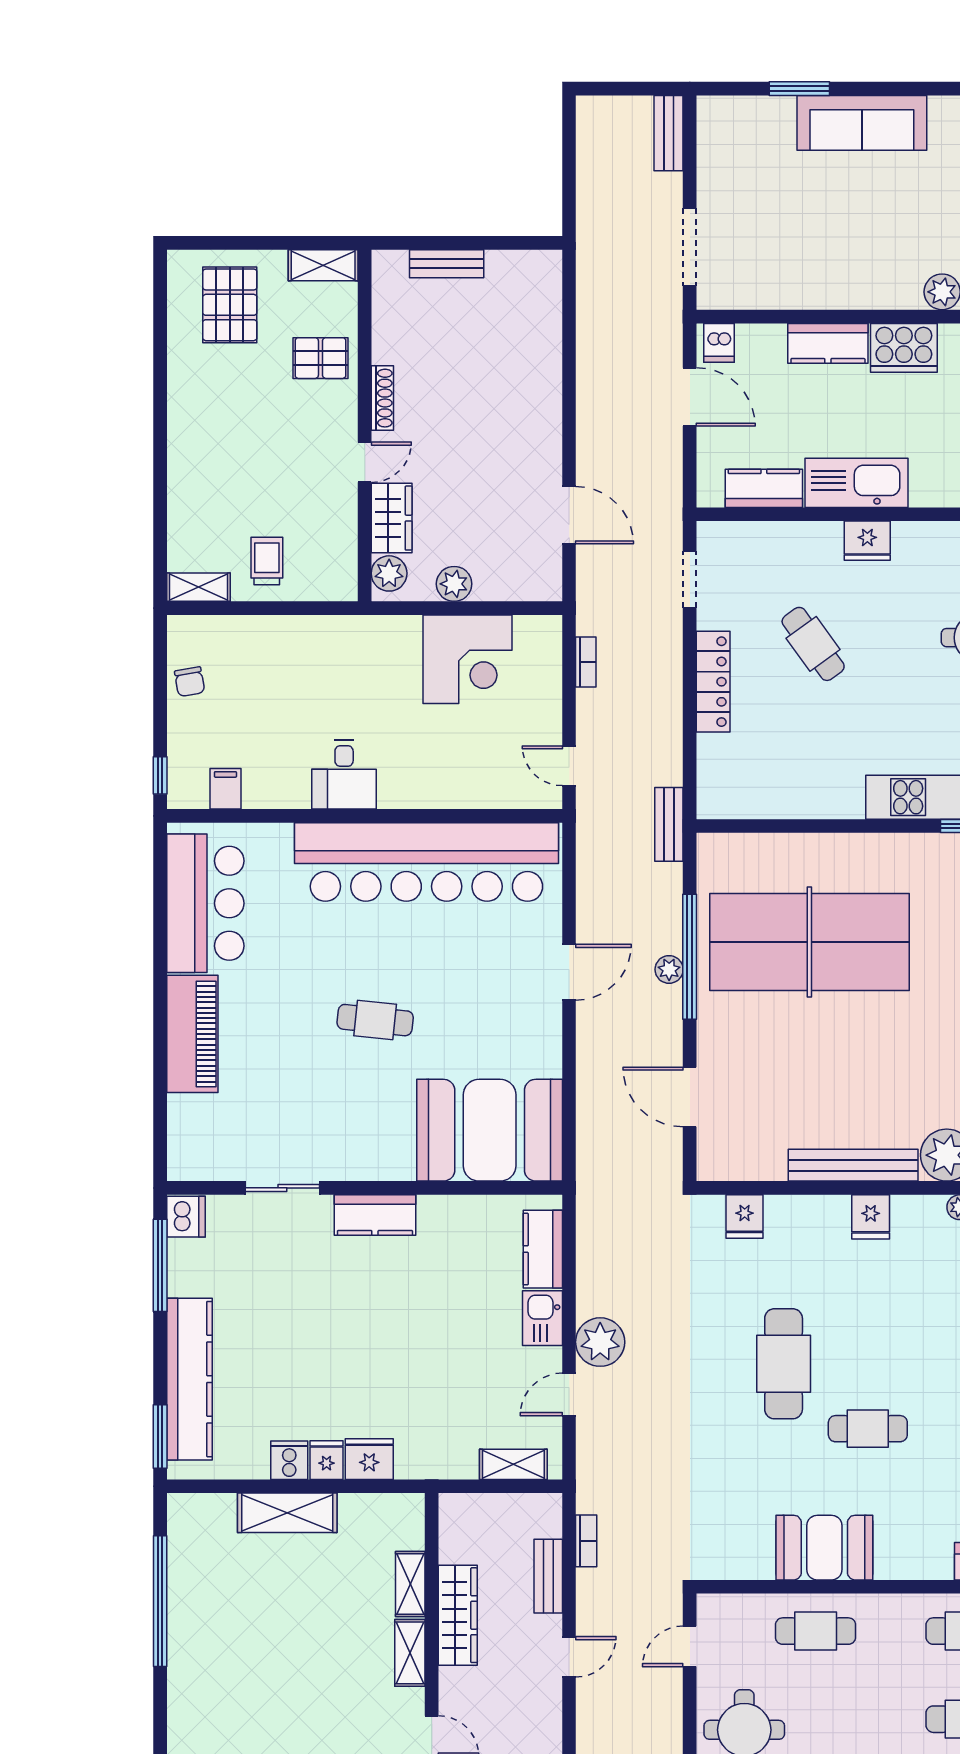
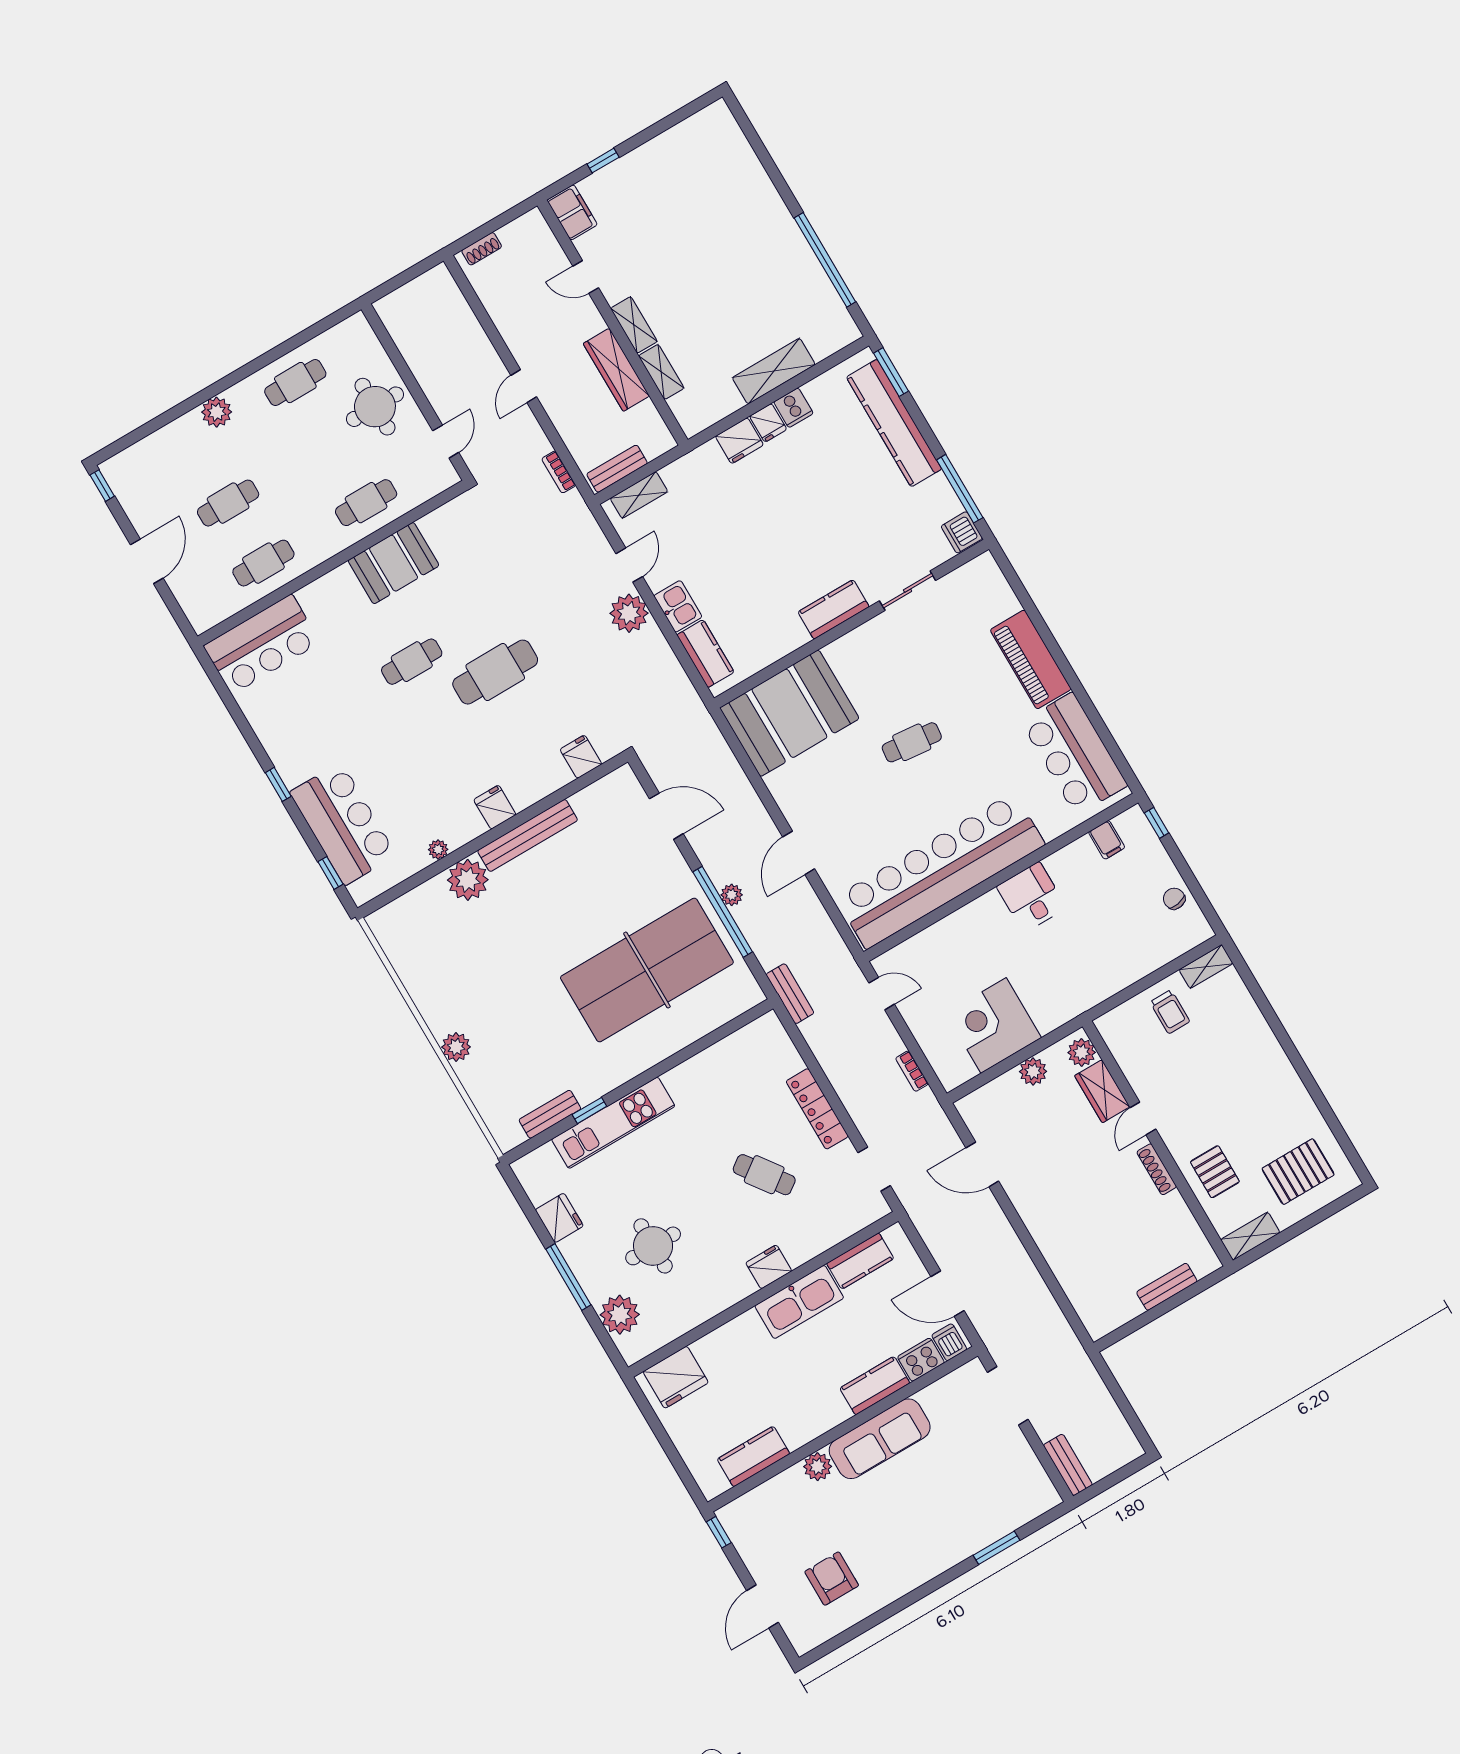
sofa: (862, 123) -> (880, 1439), moved, turned 180
pallet: (230, 305) -> (1298, 1172), turned 90
cooker: (904, 348) -> (921, 1360), moved, width x0.73, depth x0.76
pallet: (320, 358) -> (1215, 1172), turned 90
cafe table: (784, 1364) -> (495, 672), turned 90
bench: (548, 1576) -> (617, 469), moved, turned 90

